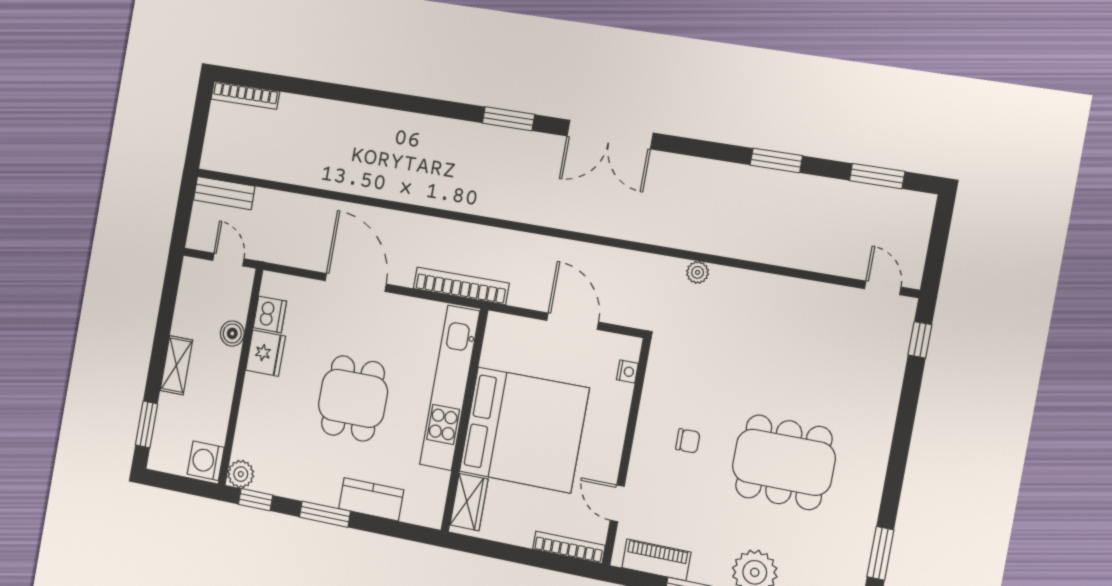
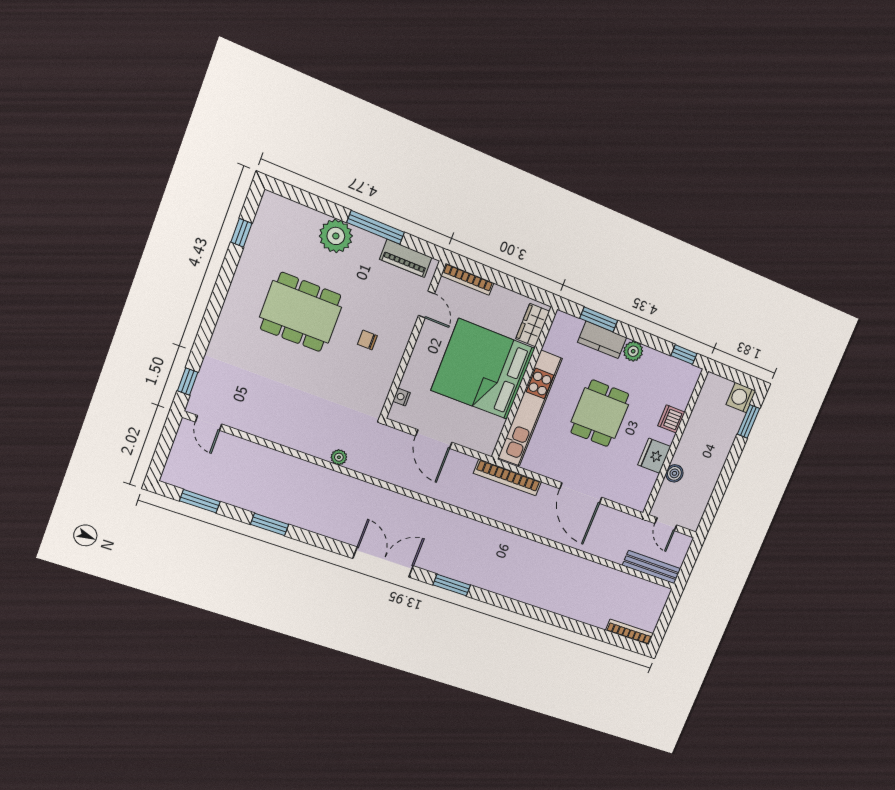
bench: (224, 193) -> (652, 567), width x1.36
dishwasher: (270, 314) -> (671, 419), moved
shelving: (176, 365) -> (718, 459), removed
washing machine: (206, 461) -> (741, 398), moved, turned 180
plant: (241, 474) -> (633, 351), moved
window: (325, 514) -> (599, 319), moved
window: (880, 553) -> (241, 233), width x0.67

